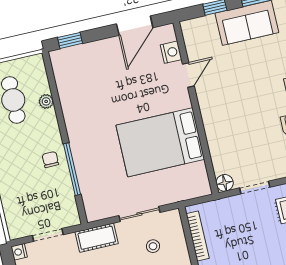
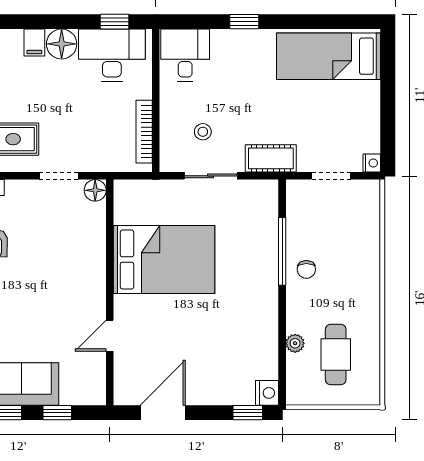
nightstand: (171, 52) -> (267, 393), moved, turned 180

